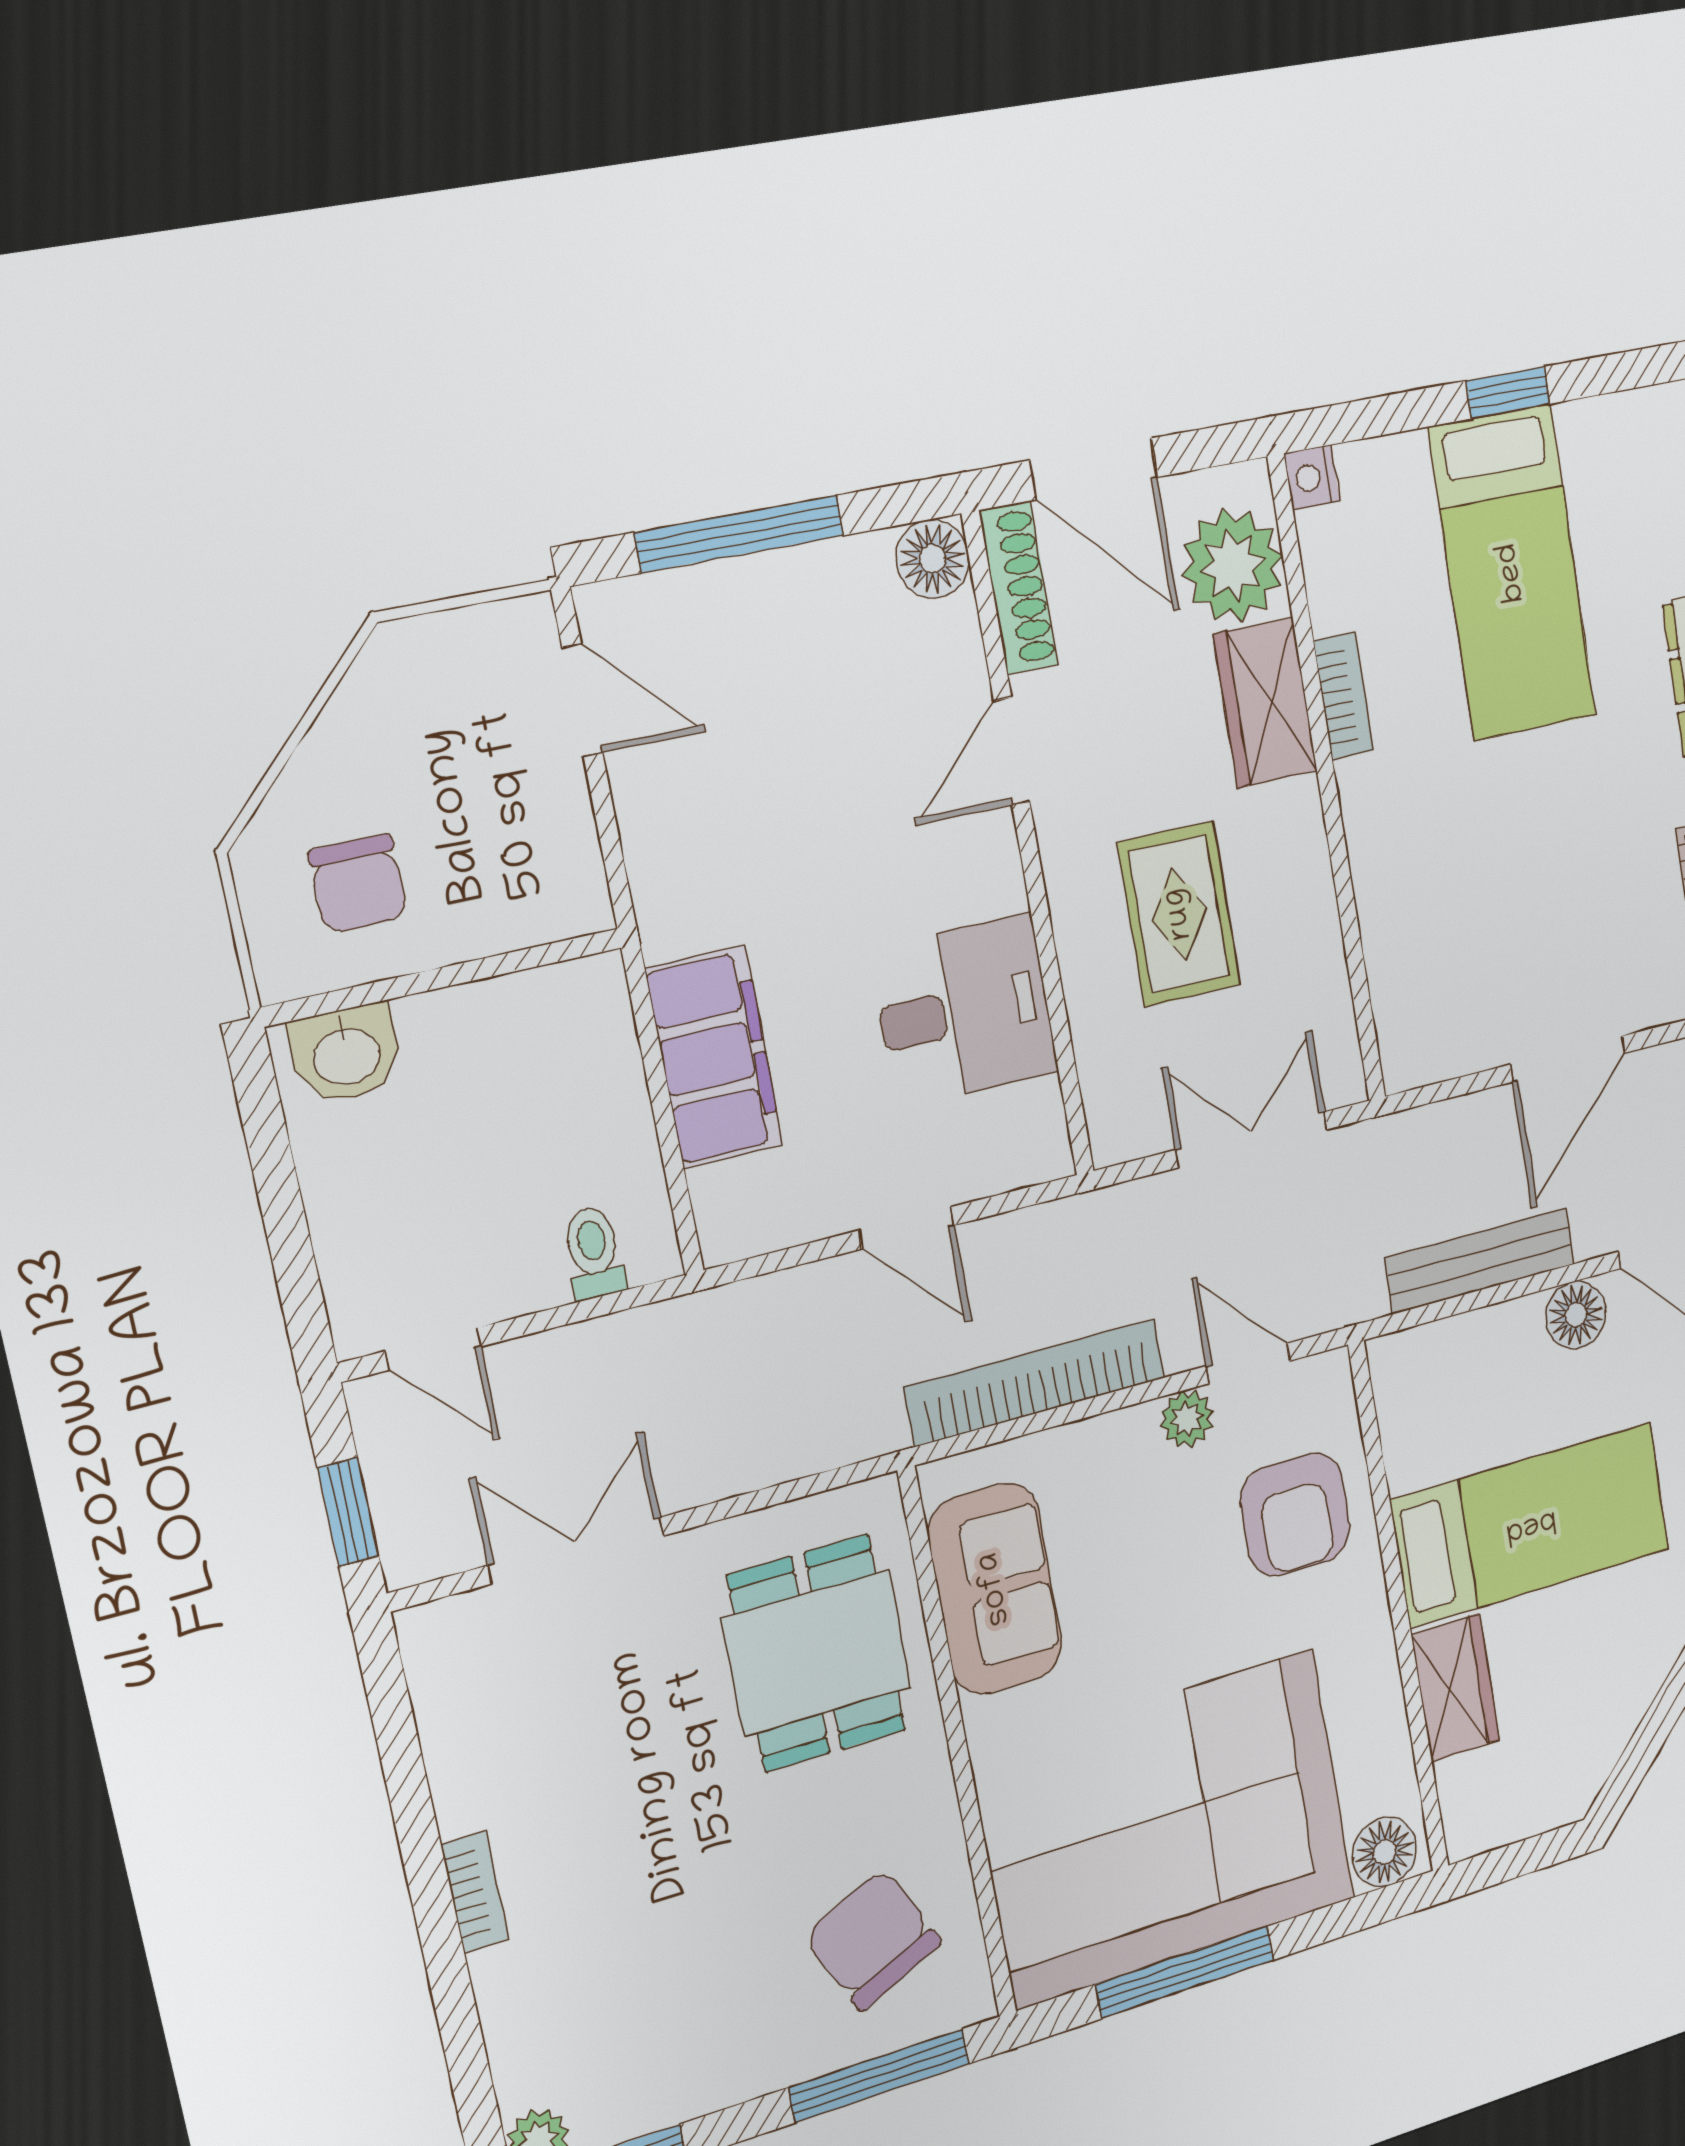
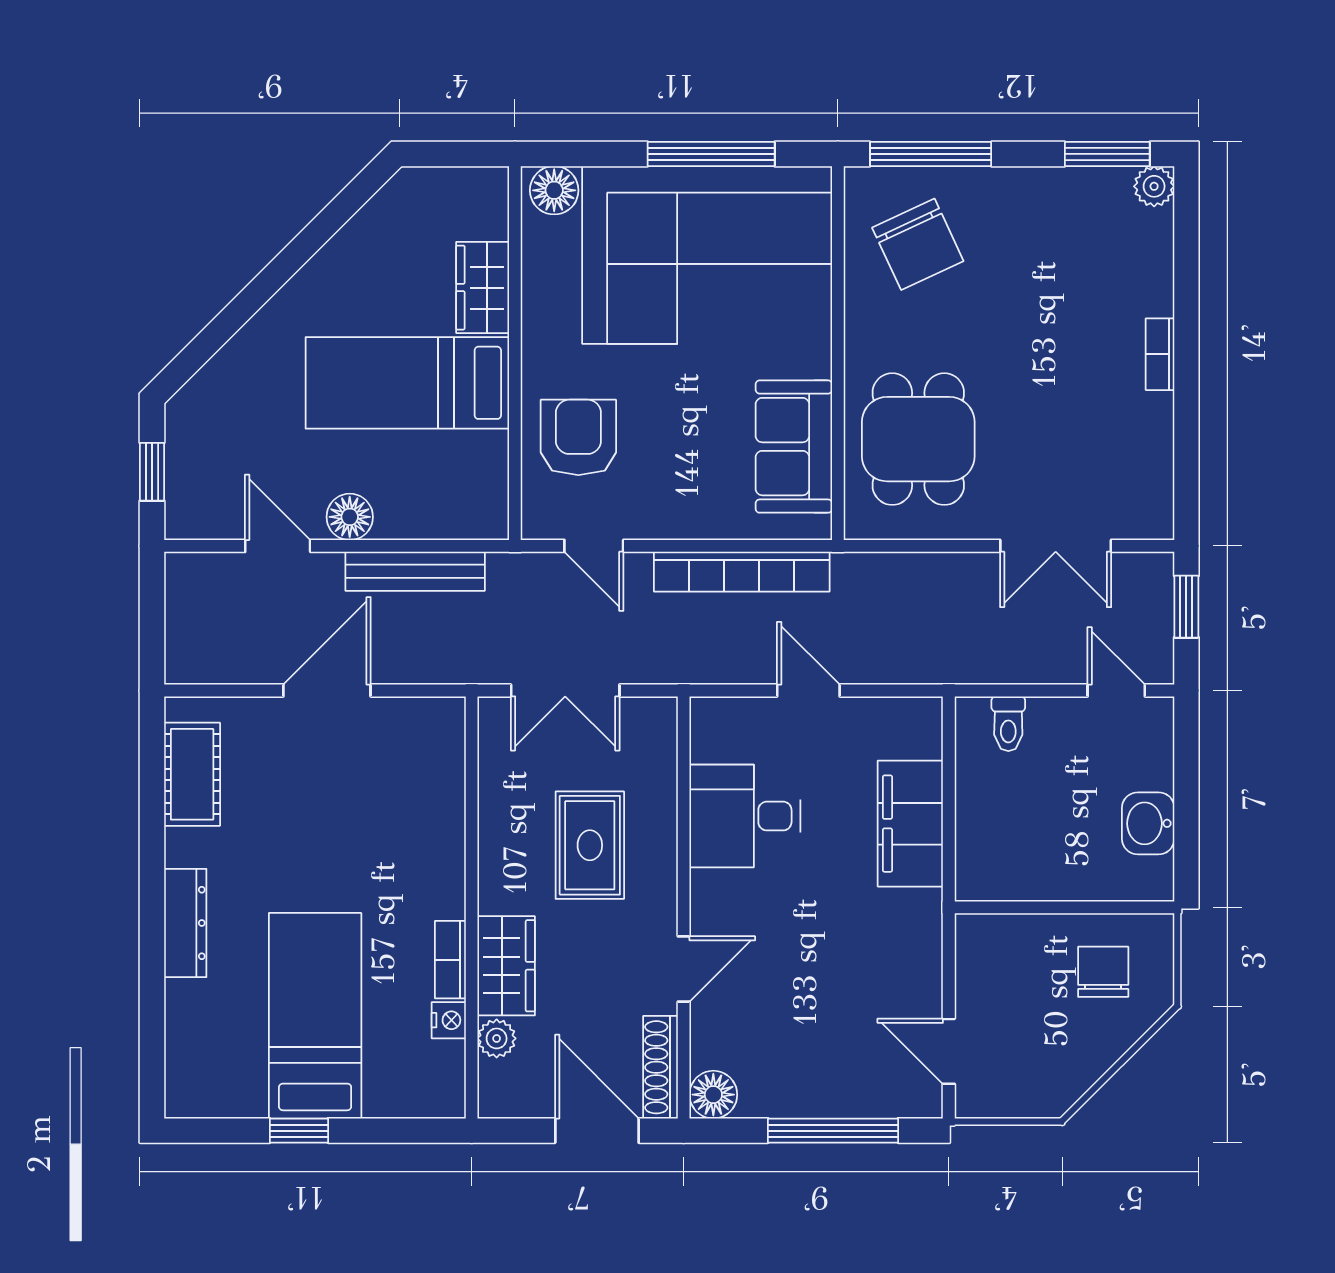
nightstand: (1312, 477) -> (449, 1020), moved
plant: (1233, 565) -> (497, 1038), width x0.53, depth x0.53
washbasin: (346, 1054) -> (1148, 823), moved, turned -90
plant: (1187, 1419) -> (643, 521), removed

